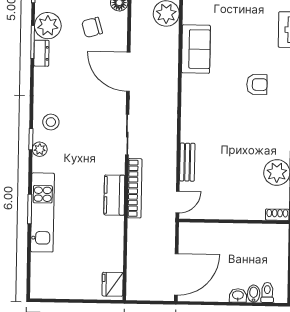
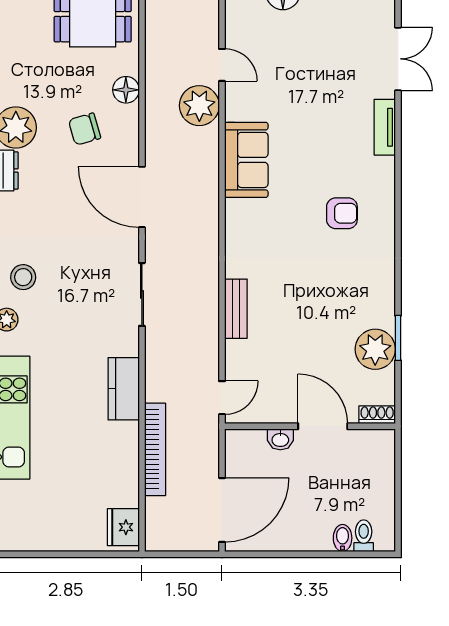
bench: (187, 162) -> (236, 309), moved
bookcase: (135, 188) -> (155, 449), moved
door: (242, 221) -> (323, 426), added
washbasin: (238, 295) -> (280, 439), moved, turned 180

